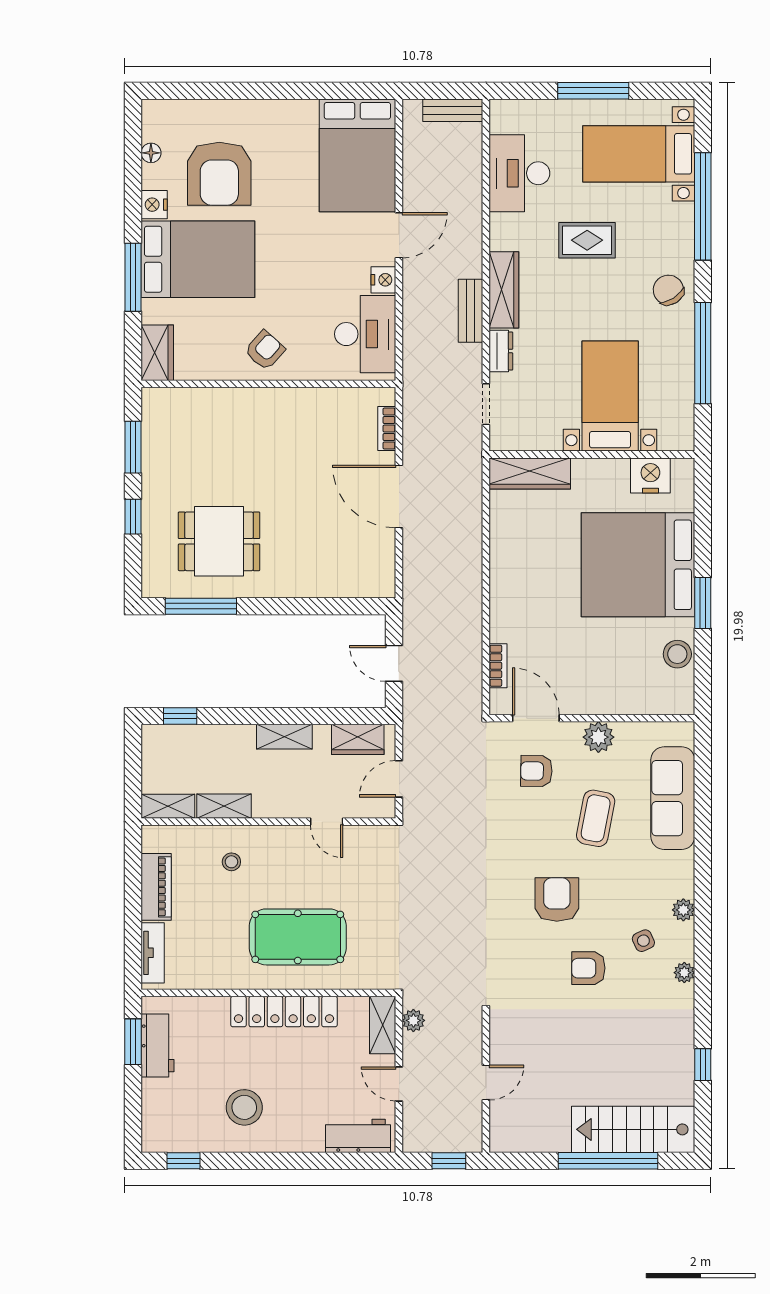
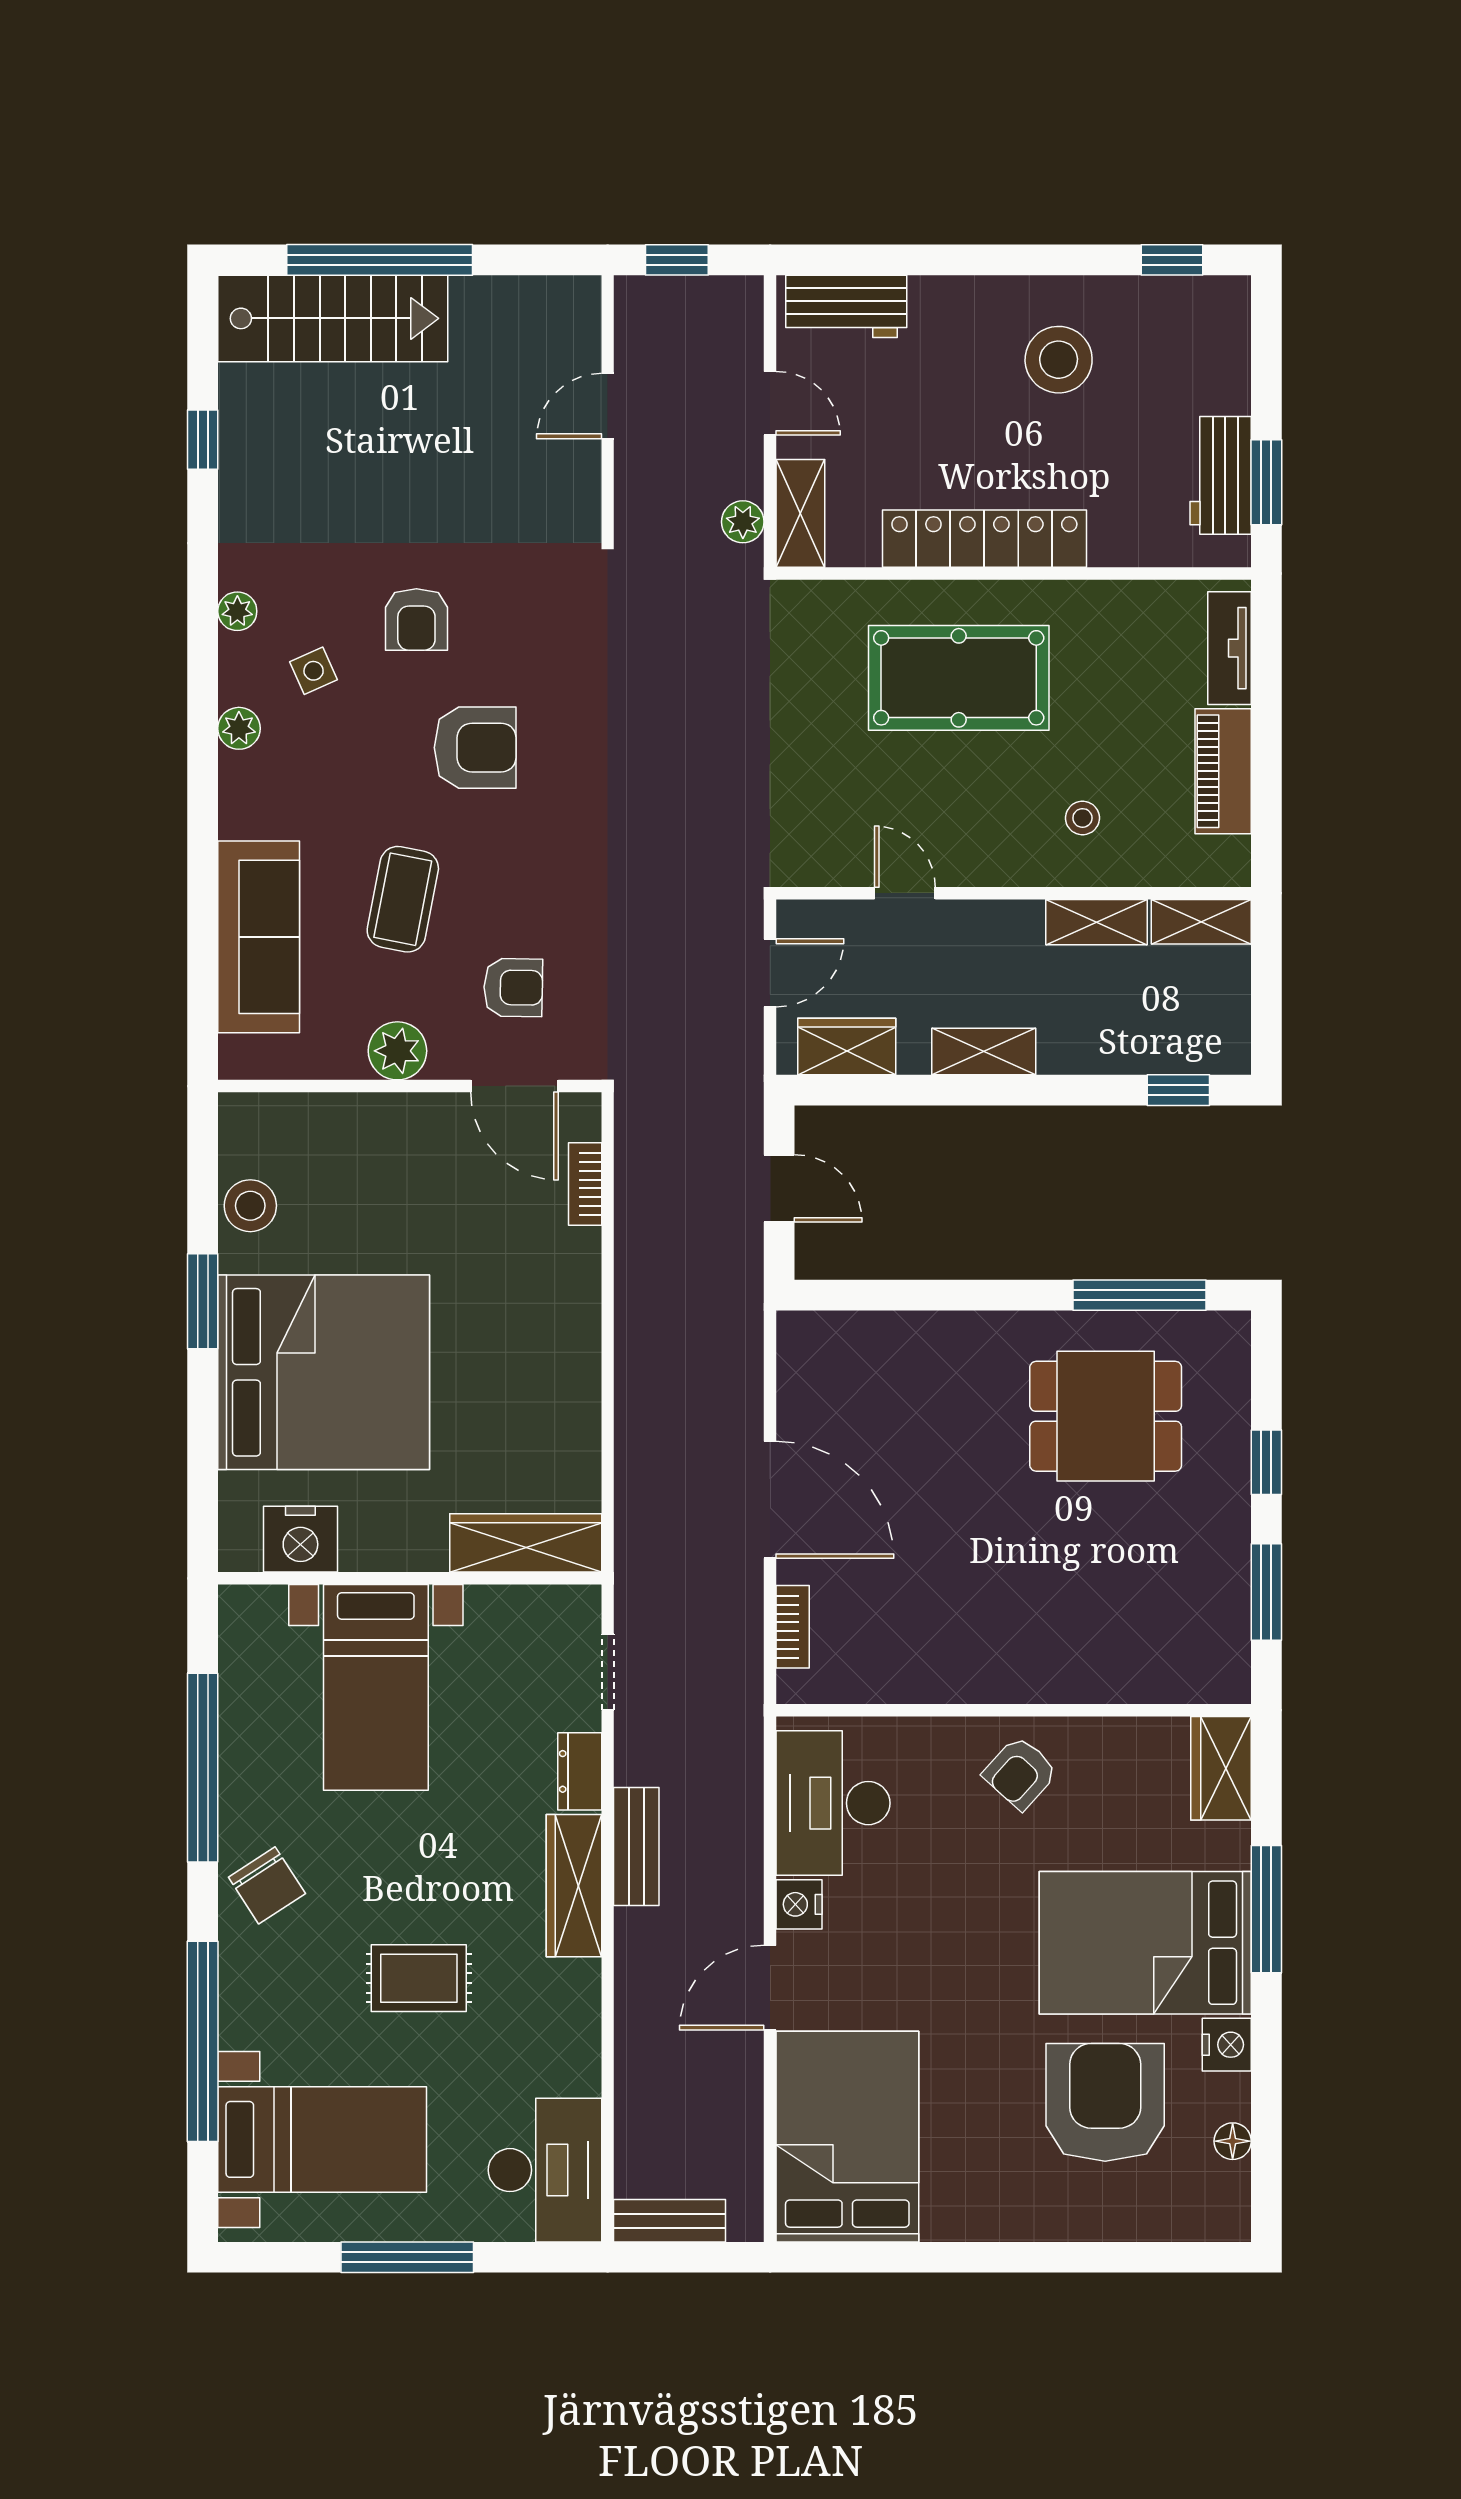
desk: (519, 173) -> (545, 2170), moved
armchair: (557, 900) -> (475, 748), turned -90
armchair: (588, 968) -> (416, 619), turned 90

